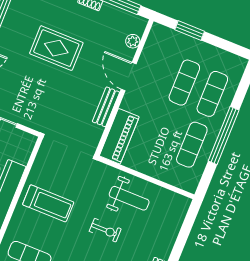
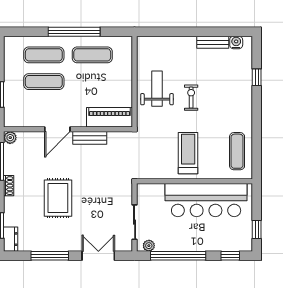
plant: (133, 41) -> (10, 138), moved

